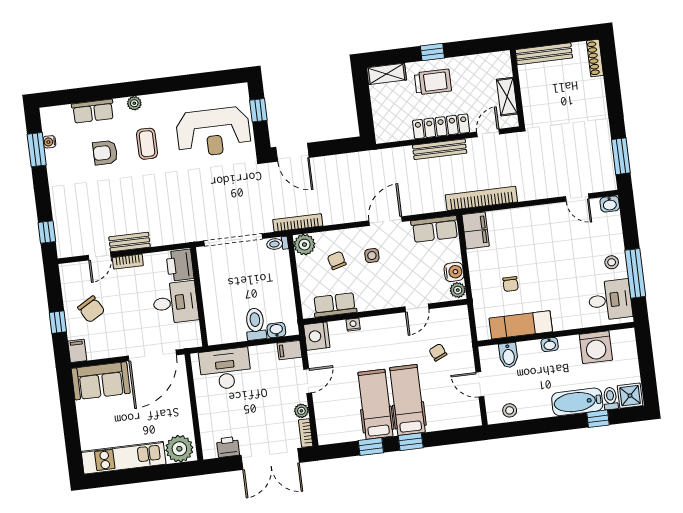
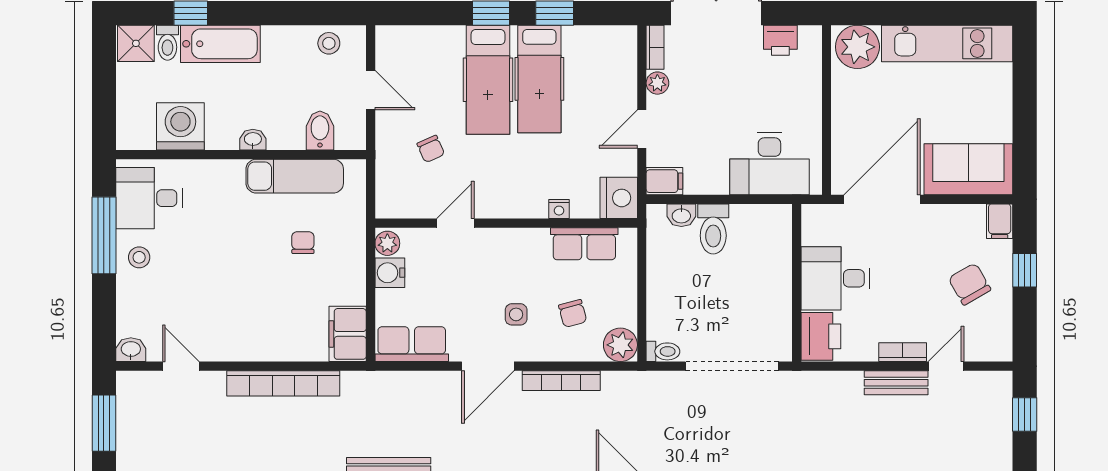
bookcase: (481, 198) -> (283, 383), moved
bookcase: (298, 223) -> (561, 381), moved

